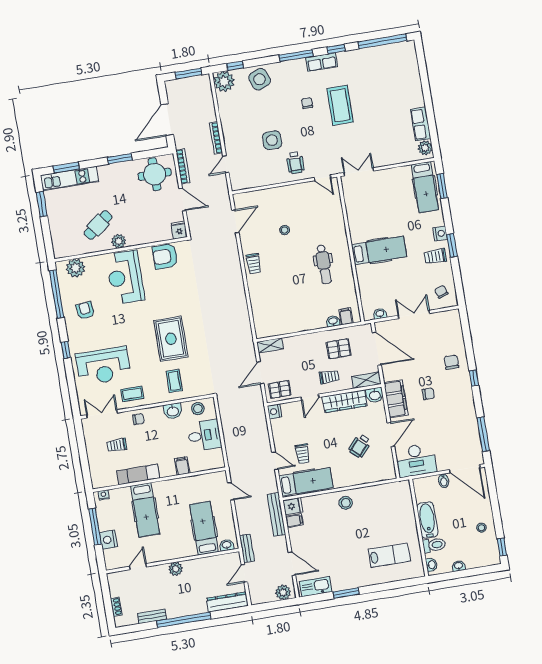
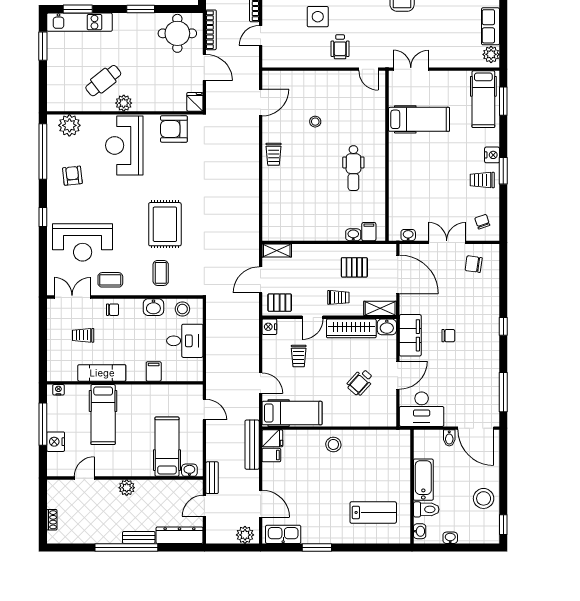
hospital bed: (379, 251) -> (419, 119), moved
chair: (451, 362) -> (474, 264), moved, turned -82
trolley: (303, 454) -> (299, 356), moved
stool: (481, 528) -> (484, 498), width x1.89, depth x1.89
bench: (152, 616) -> (139, 537), moved

